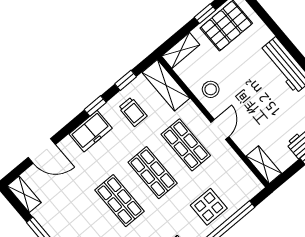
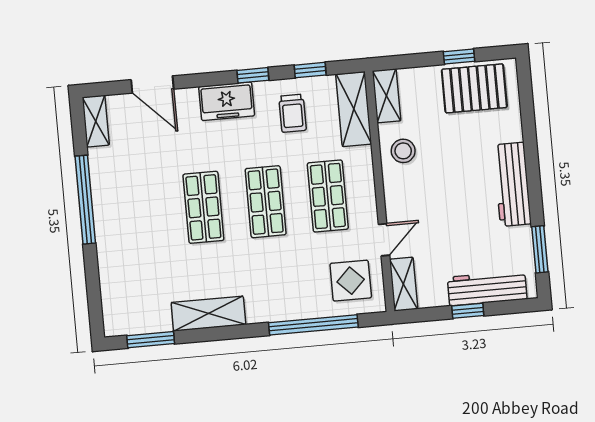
shelving: (181, 50) -> (387, 96), moved, turned 90
door: (220, 129) -> (384, 240), moved
display table: (209, 207) -> (351, 281), moved

